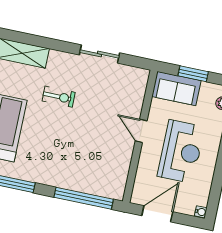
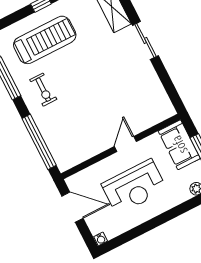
sliding door: (99, 54) -> (145, 40), moved
exercise bike: (59, 97) -> (43, 90), moved

